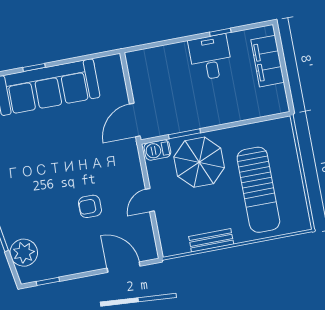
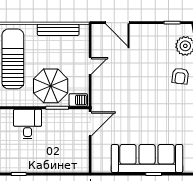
desk: (210, 57) -> (28, 124), moved, turned 180
armchair: (90, 206) -> (180, 76), moved, turned 97
bench: (211, 240) -> (58, 30), width x1.36

